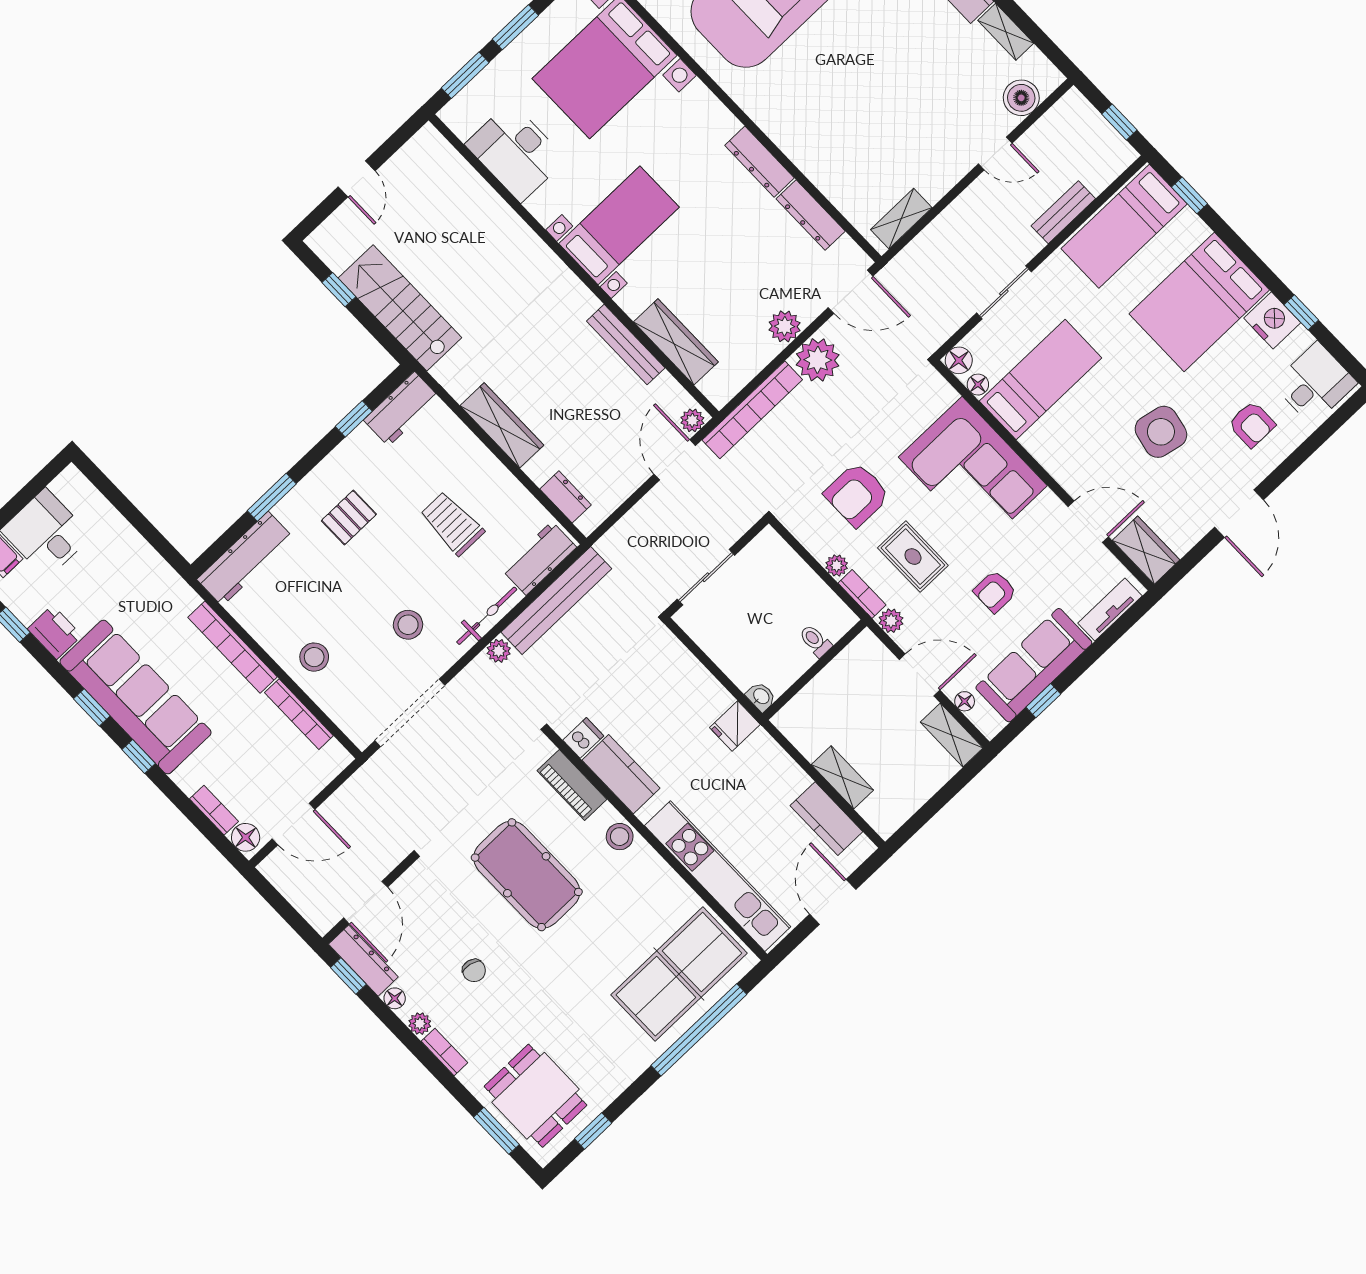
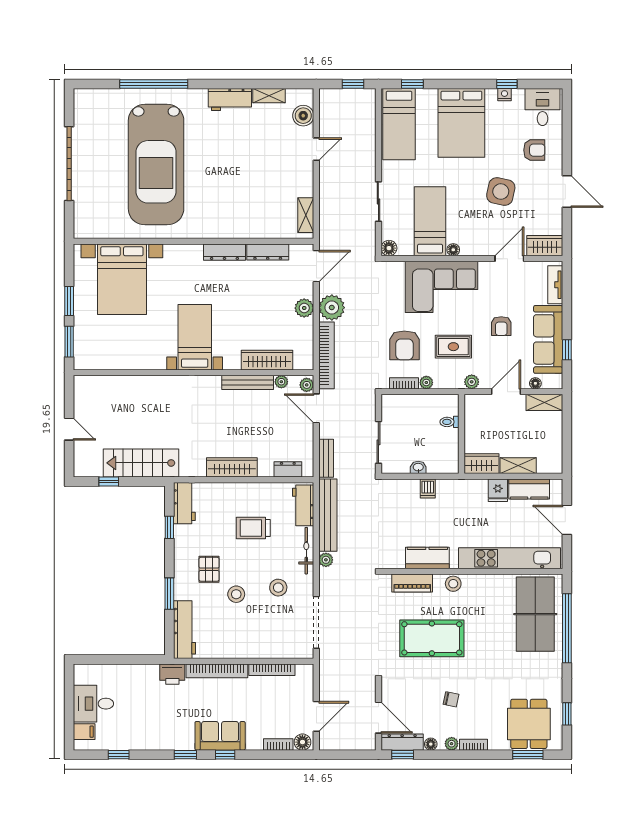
desk: (516, 152) -> (122, 351), removed
bench: (1063, 212) -> (326, 458), moved
nightstand: (1272, 320) -> (505, 95), width x0.53, depth x0.56
plant: (666, 385) -> (281, 382), added
floor lamp: (978, 385) -> (453, 250), moved
bookcase: (862, 594) -> (404, 383), moved
printer: (55, 632) -> (172, 674), moved, turned 180
stool: (314, 657) -> (236, 594), moved
sofa: (136, 697) -> (220, 736), width x0.54, depth x0.79
washbasin: (761, 697) -> (418, 467), moved
fridge: (735, 726) -> (498, 490), moved
wardrobe: (801, 730) -> (481, 464), added
dishwasher: (583, 738) -> (428, 488), moved, turned 180
dining table: (536, 1096) -> (529, 724), turned 90

